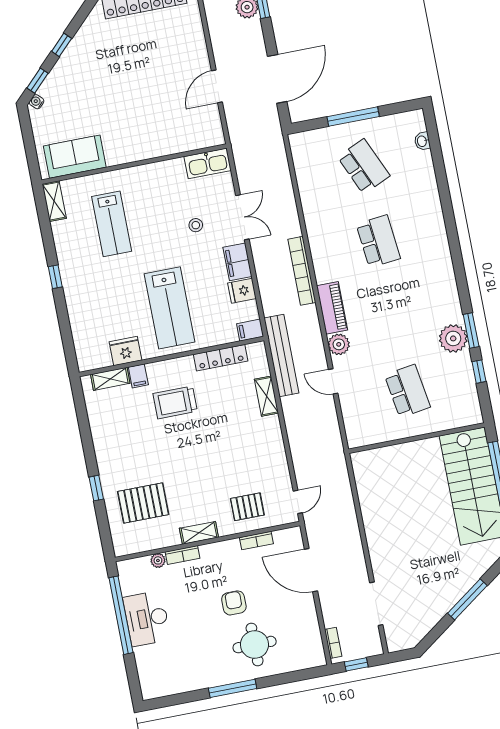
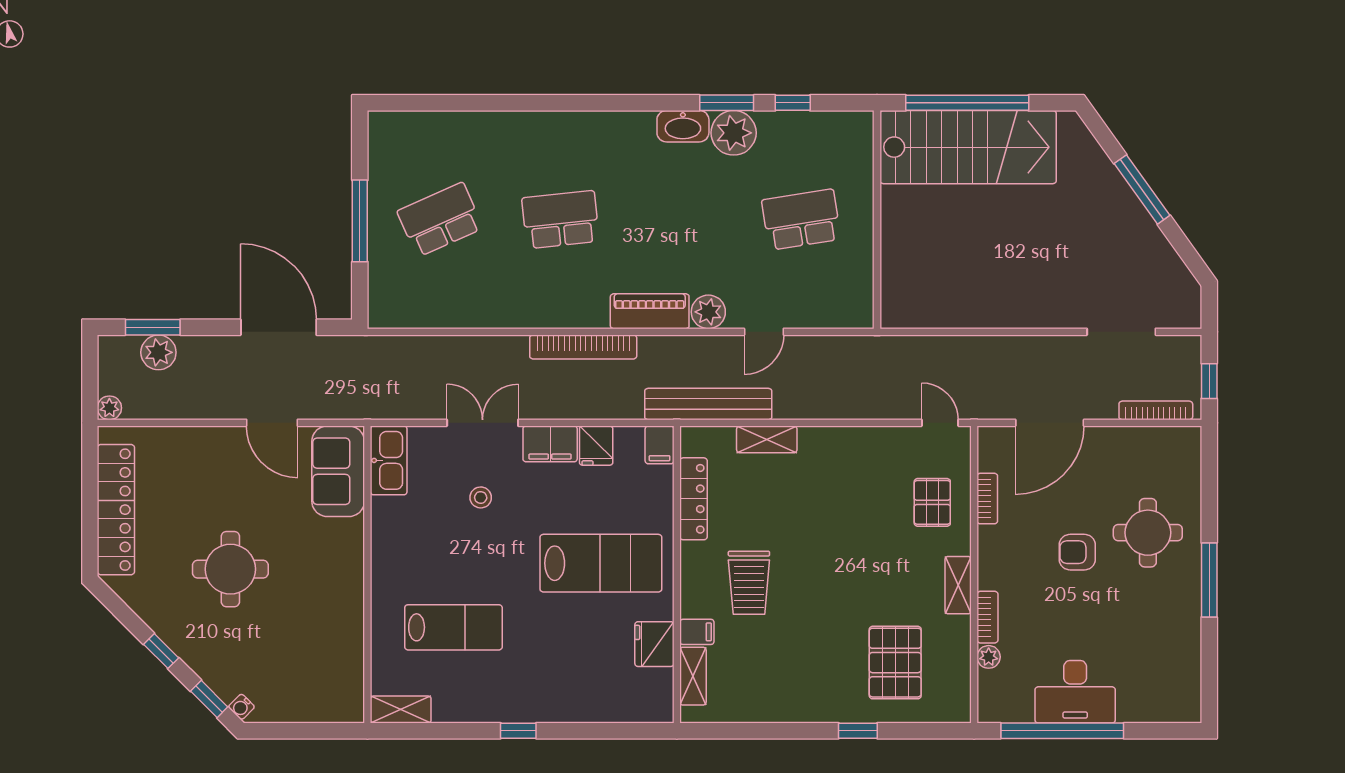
round table: (121, 78) -> (230, 569), added
washbasin: (422, 141) -> (683, 126), moved, width x1.91, depth x1.45
sofa: (75, 157) -> (338, 471), moved
bookcase: (333, 643) -> (1156, 410), width x1.56

